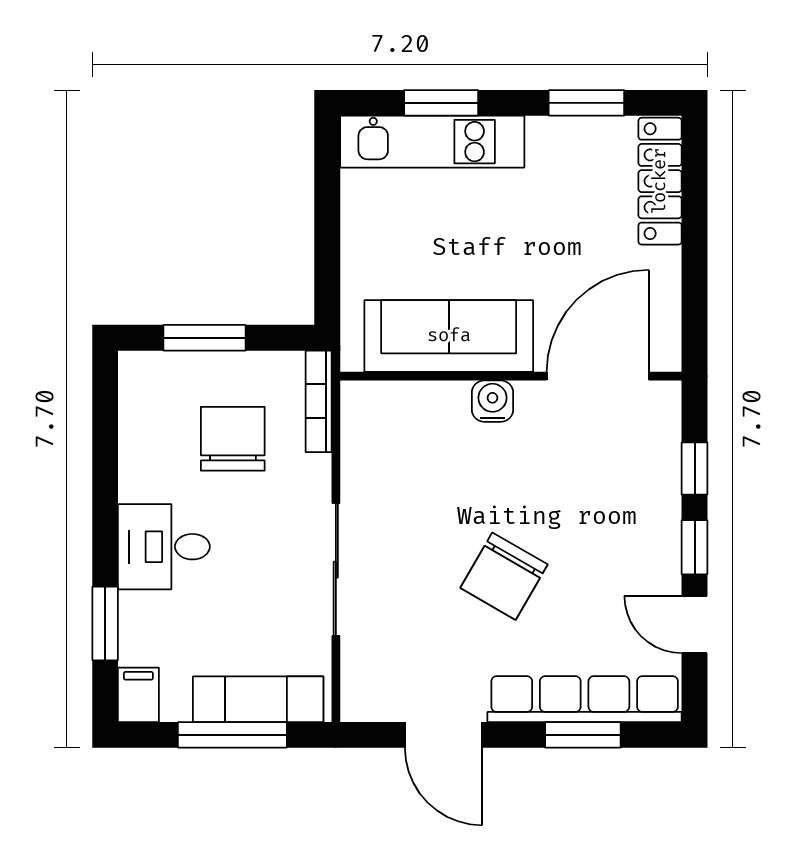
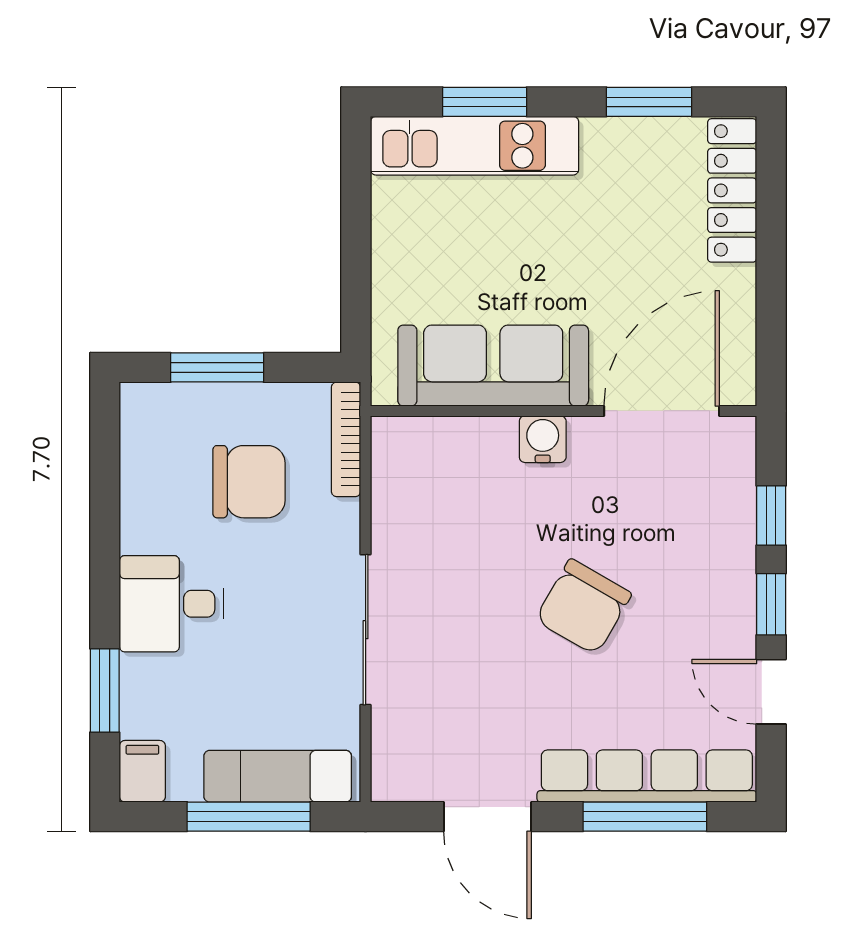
chair: (233, 439) -> (249, 482), turned 90
chair: (504, 576) -> (583, 607), moved
window: (583, 735) -> (645, 817), width x1.44

